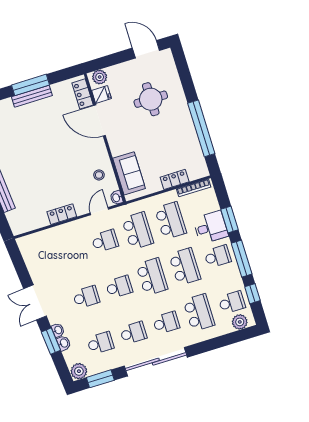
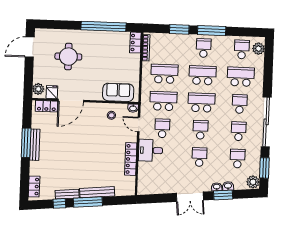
locker: (175, 179) -> (135, 43), moved
locker: (62, 214) -> (131, 159), width x1.53
desk: (211, 227) -> (151, 150), moved, turned -90
window: (252, 294) -> (241, 32), removed

